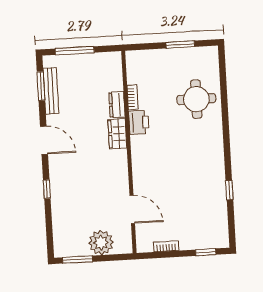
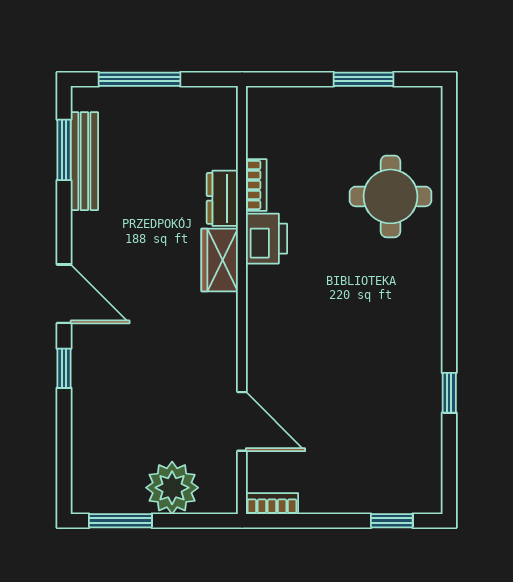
door: (44, 140) -> (64, 294), moved
bookcase: (166, 246) -> (272, 504), moved

